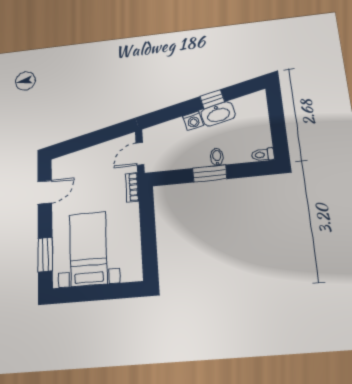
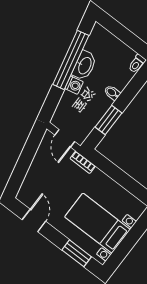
window: (212, 99) -> (71, 60), width x3.17
window: (210, 173) -> (109, 120), moved

